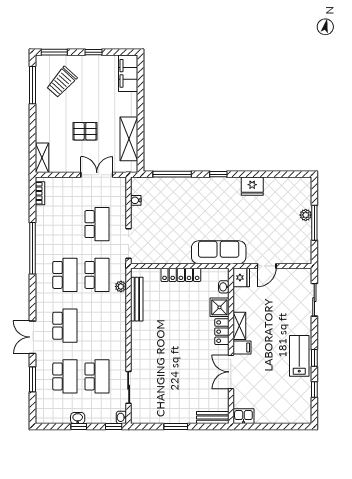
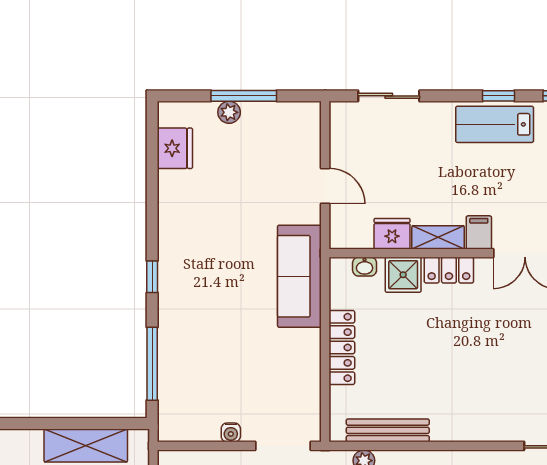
fridge: (252, 186) -> (175, 148), moved
water cooler: (136, 200) -> (231, 432), moved
fridge: (241, 277) -> (392, 234), moved

